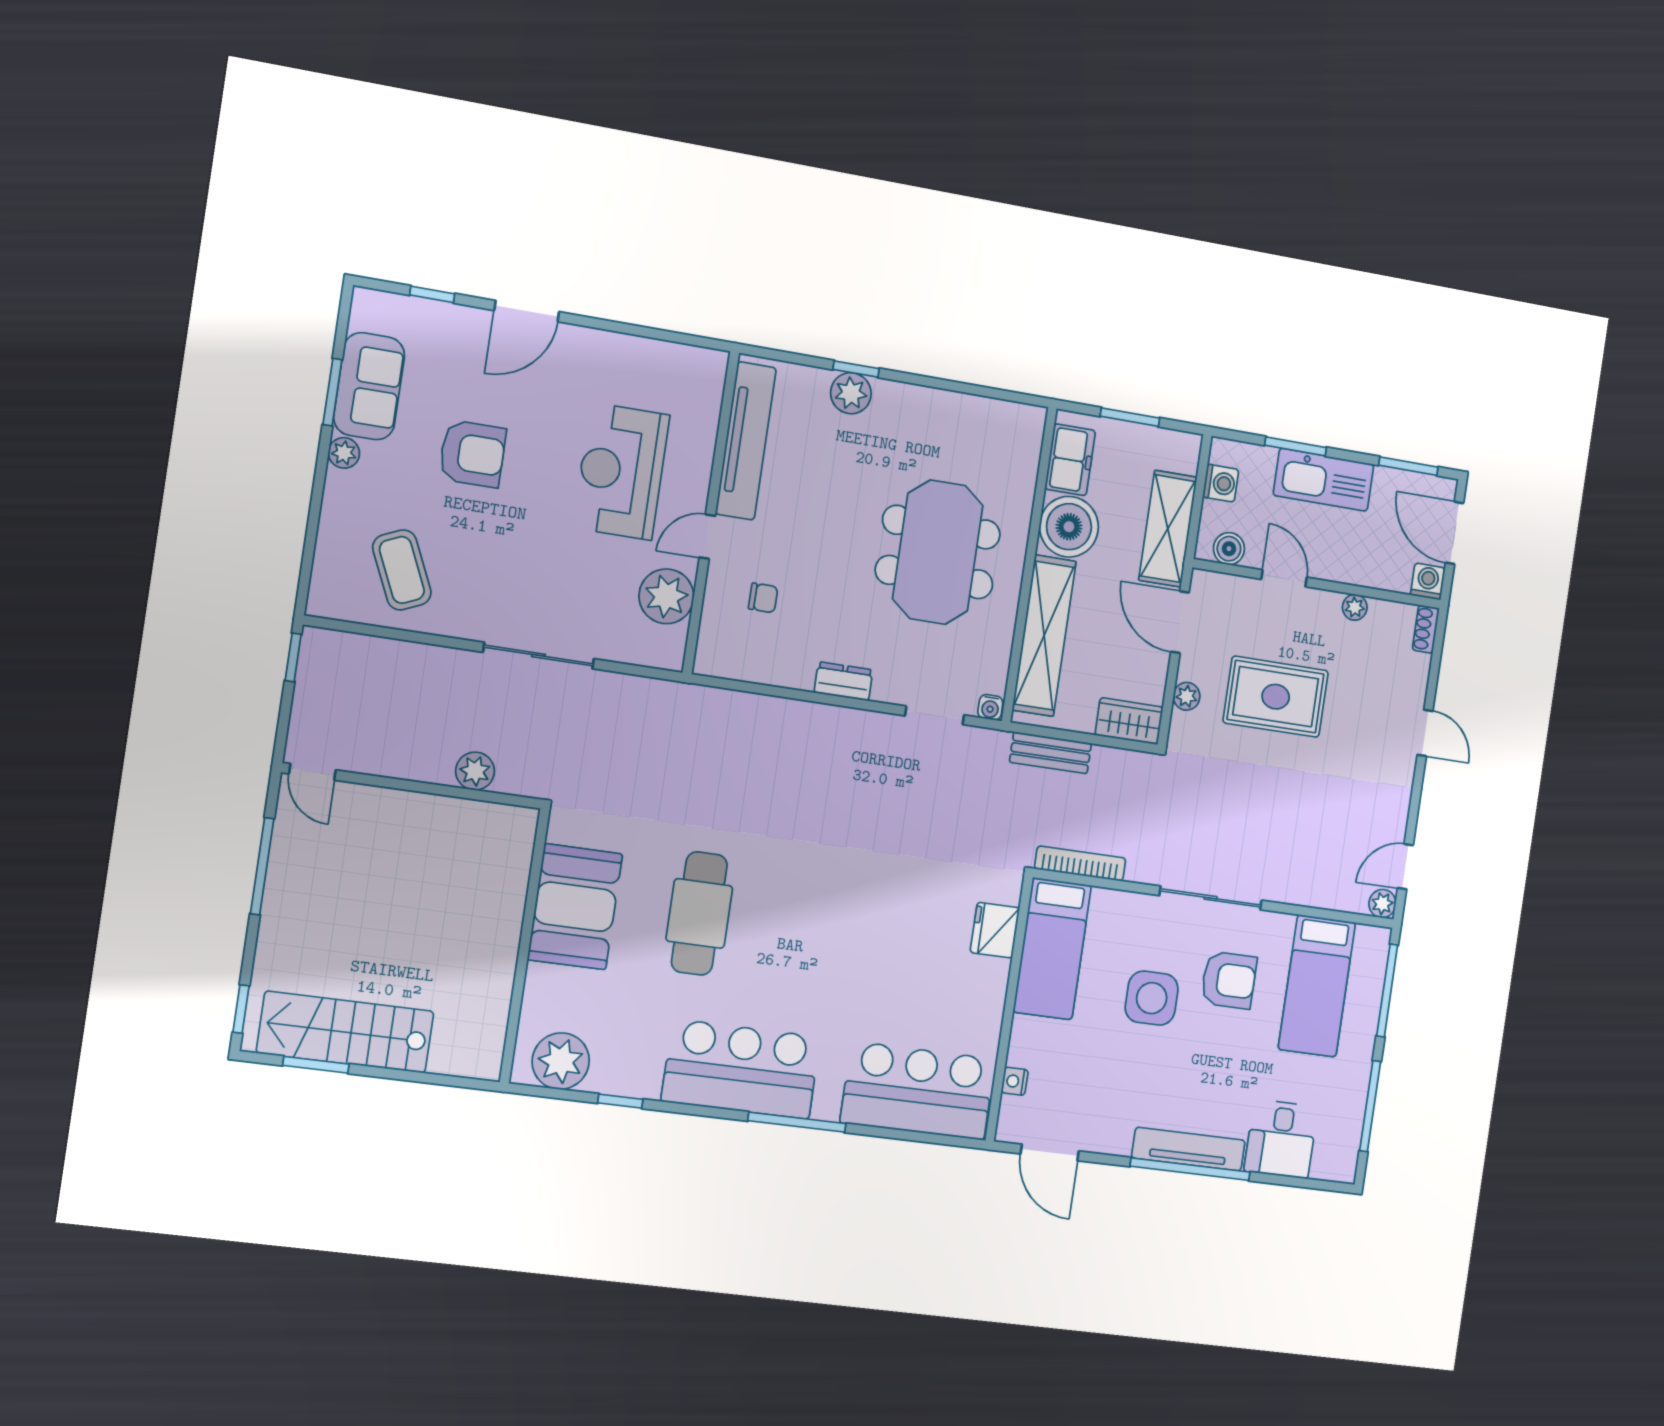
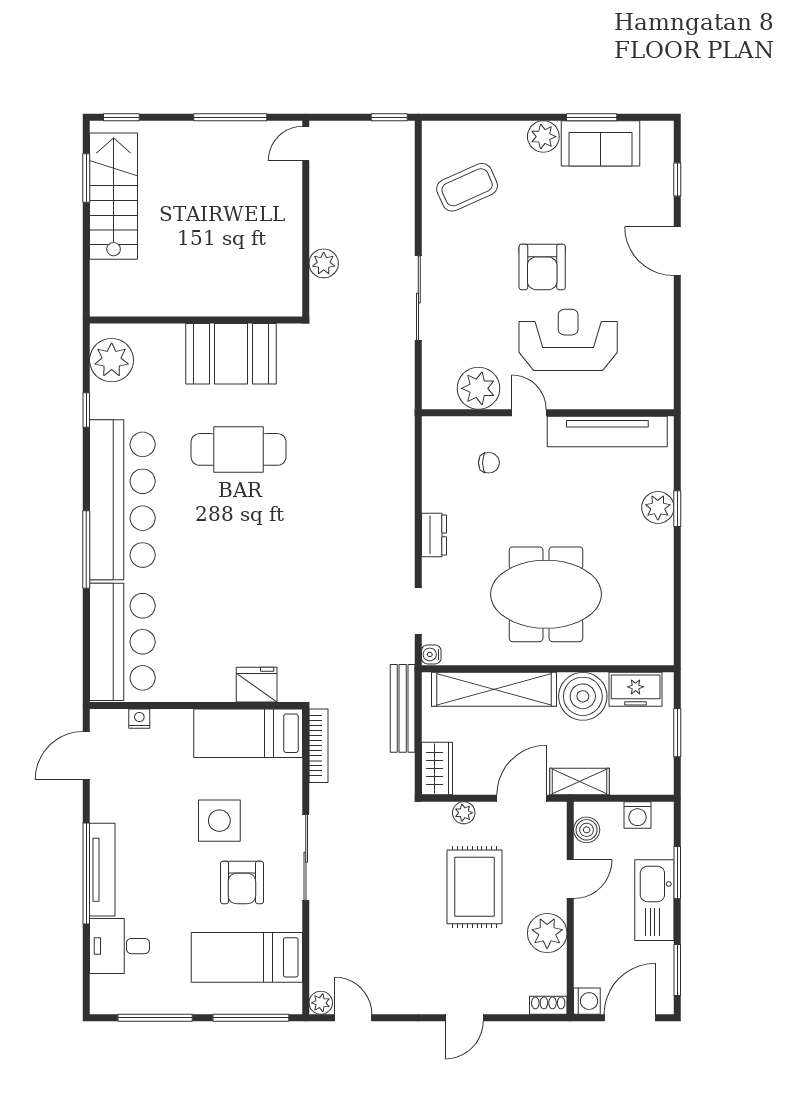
plant: (344, 453) -> (543, 137), width x1.38, depth x1.38
armchair: (472, 454) -> (542, 267), moved
shelving: (1168, 529) -> (579, 782), width x0.67, depth x0.75
chair: (763, 598) -> (489, 463), turned -90
plant: (1355, 607) -> (547, 933), width x1.88, depth x1.88
bench: (1050, 753) -> (403, 708), width x1.36
bar counter: (741, 1069) -> (122, 500), width x1.36

